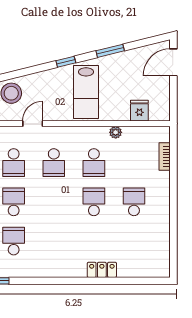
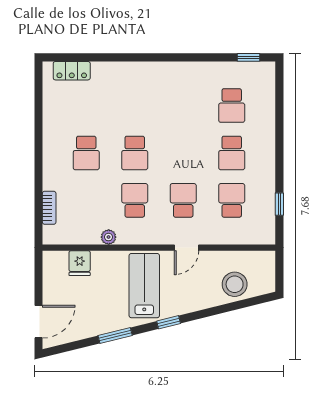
door: (33, 124) -> (186, 248), moved
locker: (102, 270) -> (72, 71), moved

